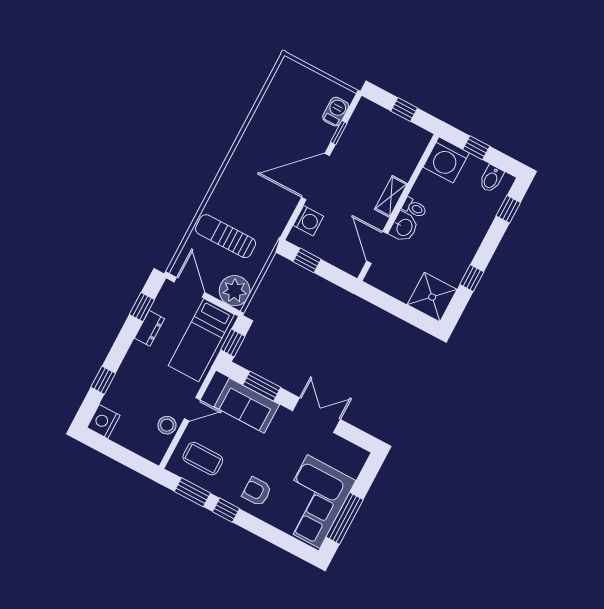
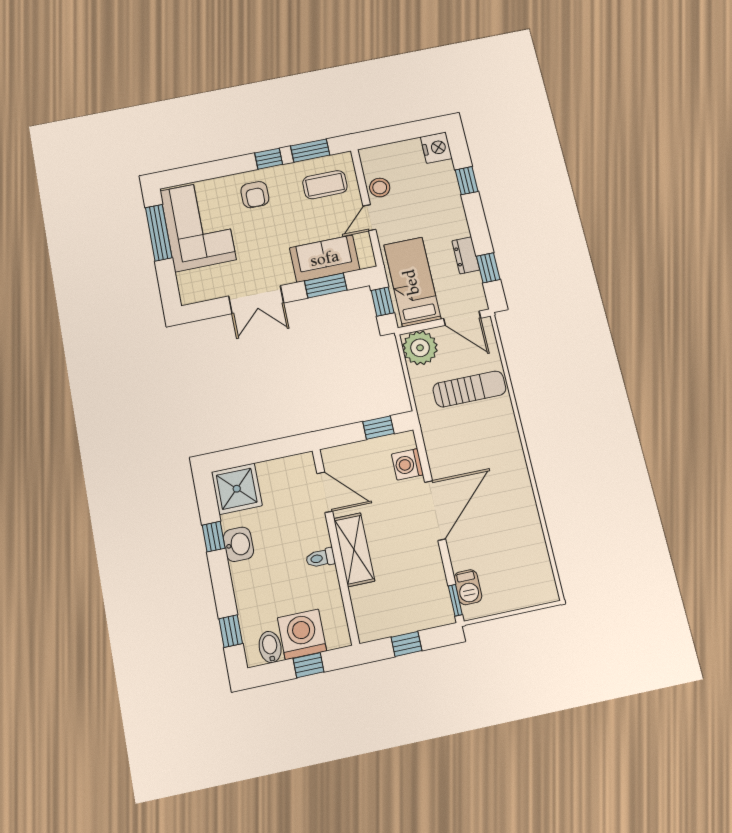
window: (339, 133) -> (455, 600), moved
washing machine: (446, 160) -> (302, 634), moved
shelving: (391, 196) -> (354, 550), width x1.50, depth x1.33
washbasin: (404, 227) -> (238, 544), moved, turned 180
armchair: (257, 491) -> (255, 195), turned 90

